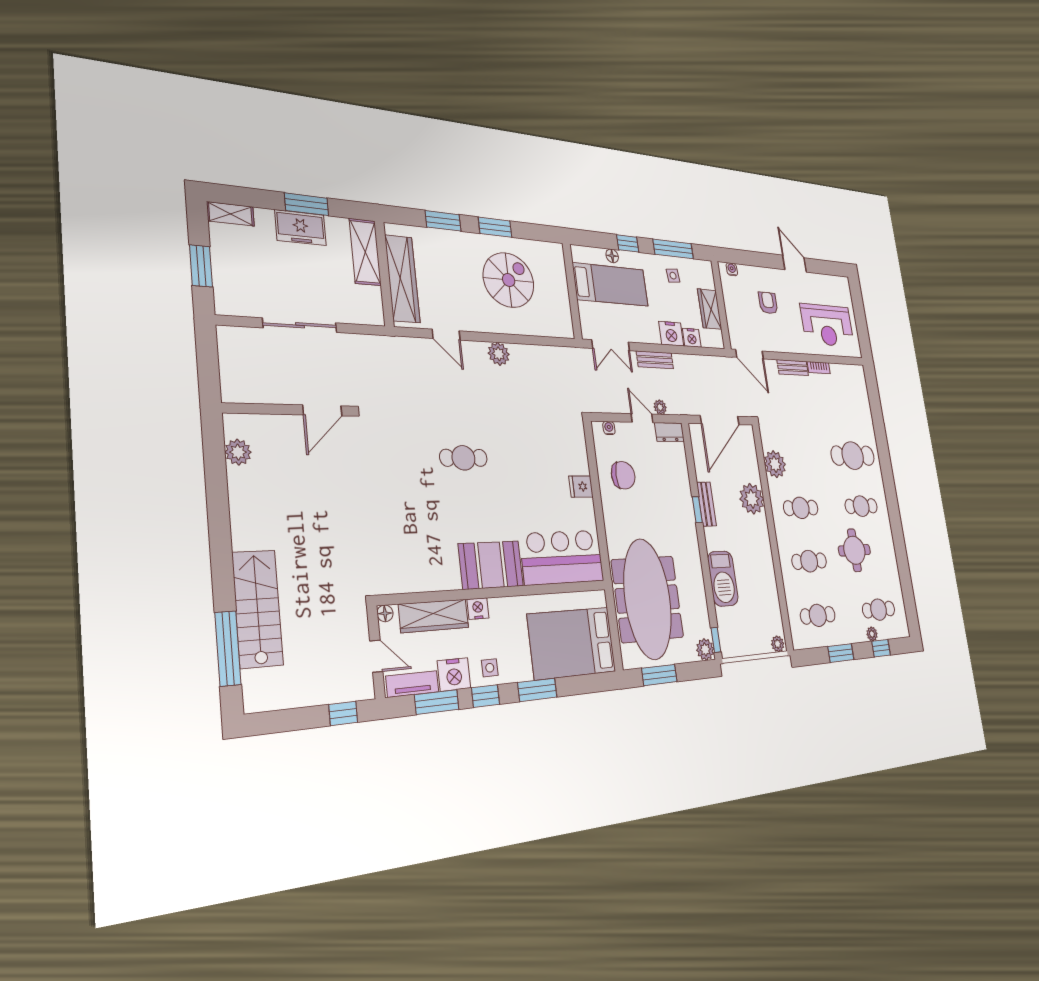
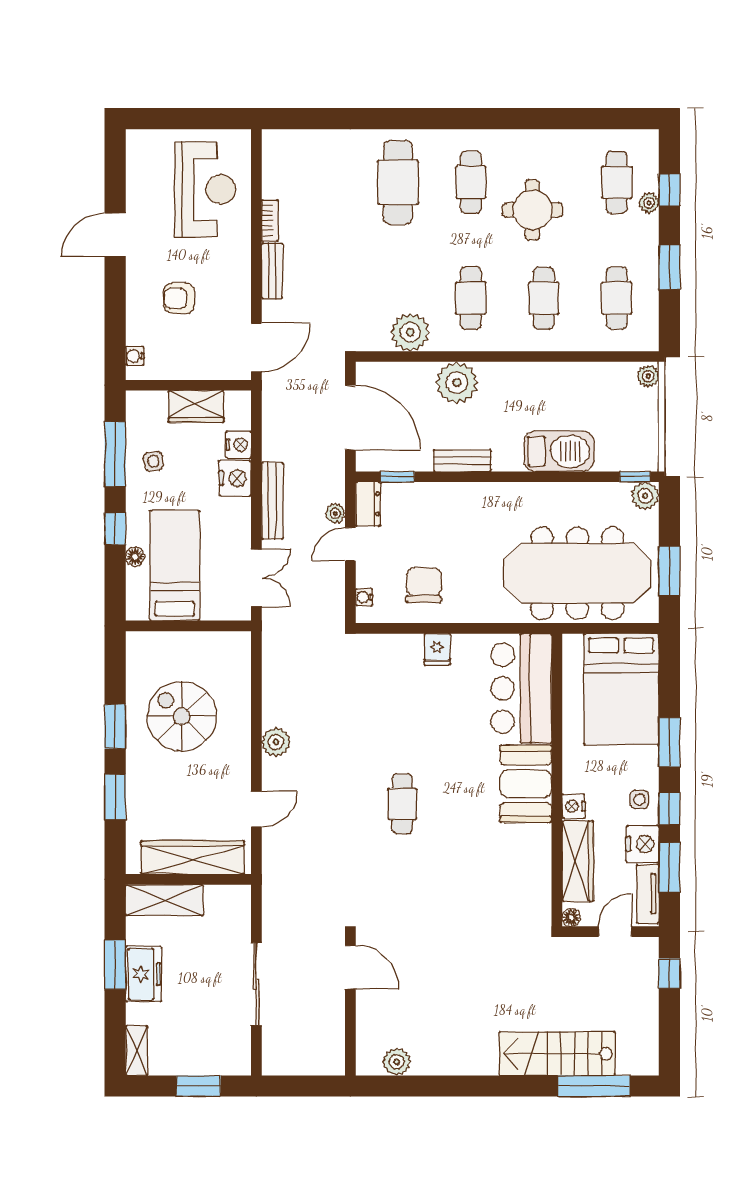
bench: (655, 360) -> (272, 501), width x1.36
window: (697, 510) -> (398, 477), moved

